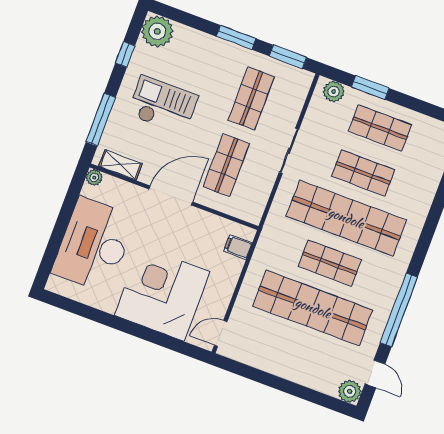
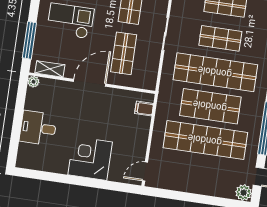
desk: (94, 245) -> (38, 128), width x0.53, depth x0.77
shop shelf: (330, 263) -> (210, 106), width x1.43, depth x1.36
corner desk: (162, 294) -> (90, 158), width x0.74, depth x0.74

